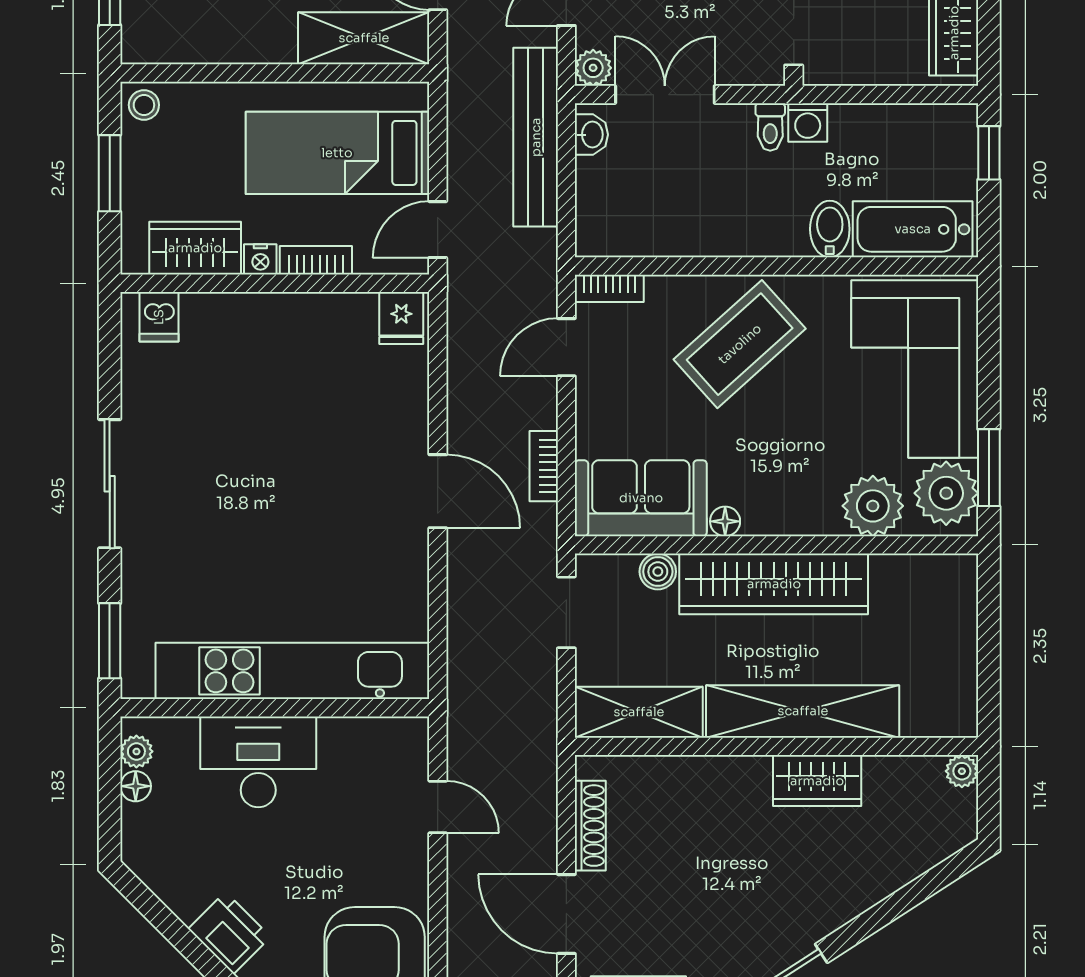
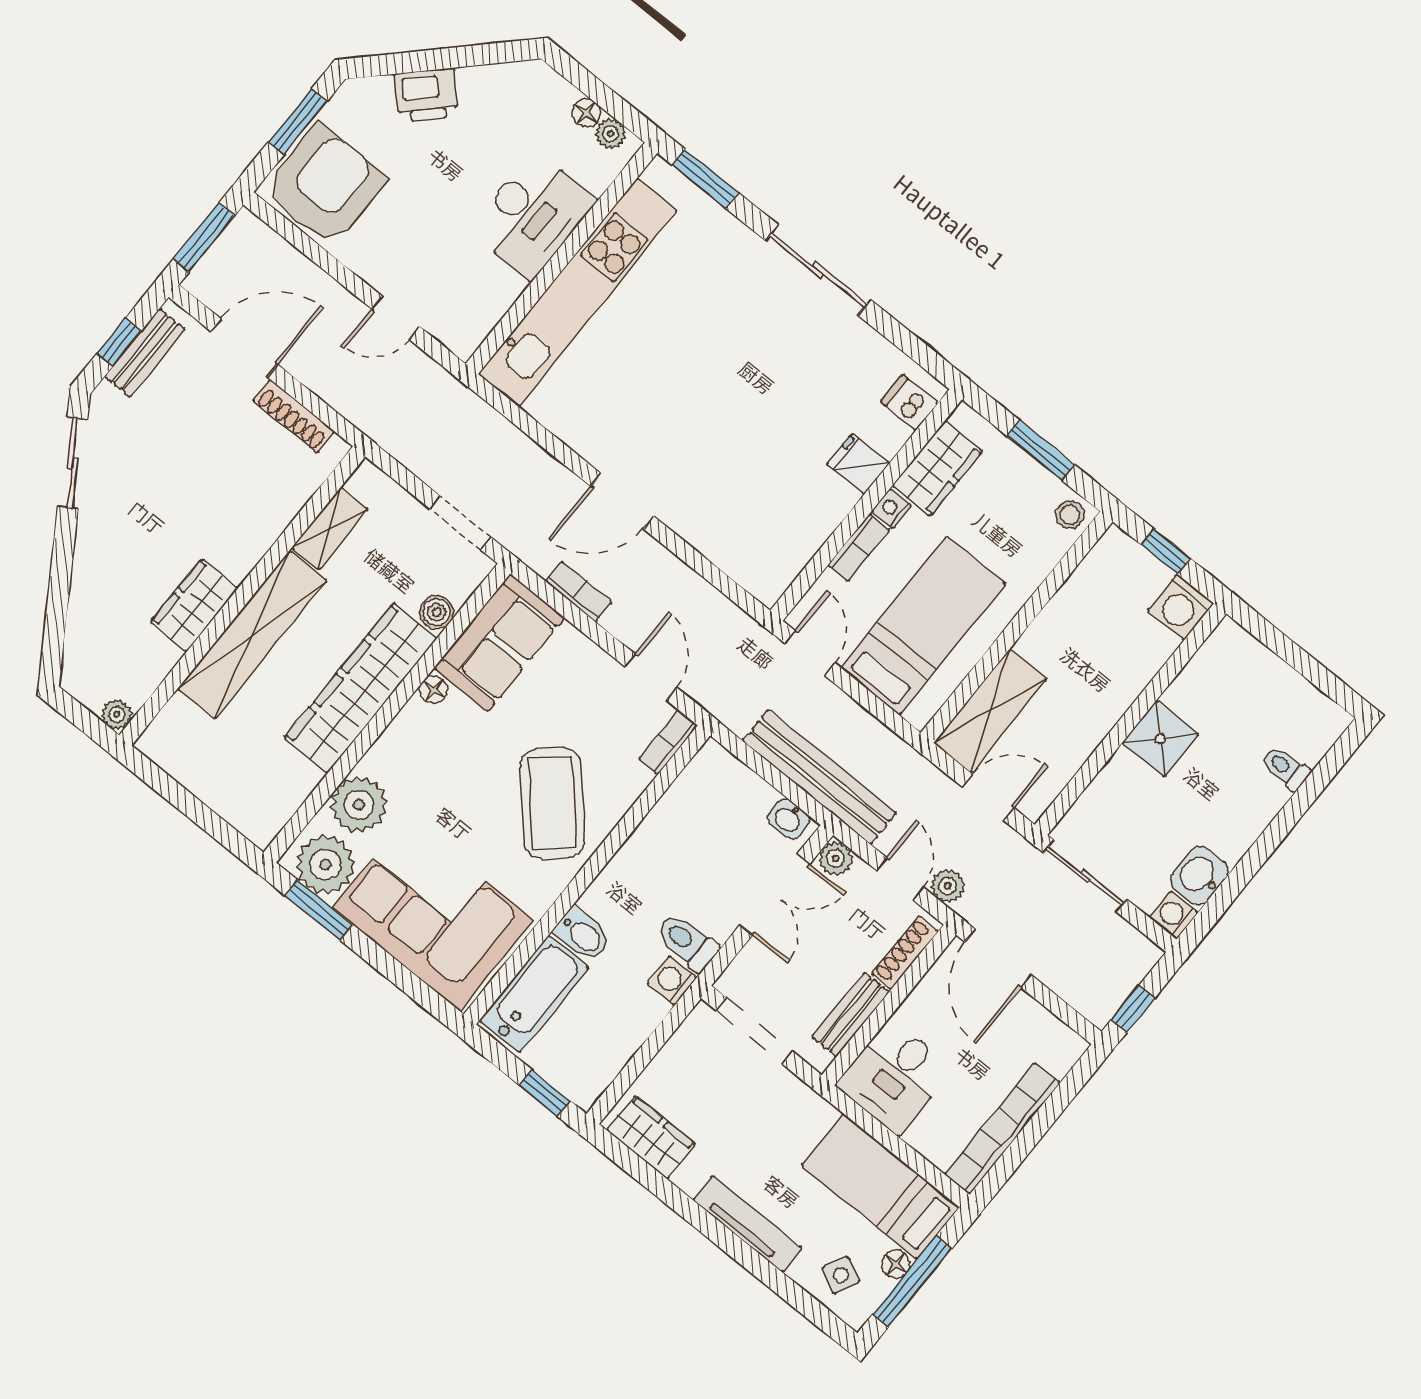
toilet: (770, 127) -> (687, 942), width x1.37, depth x1.39
fridge: (401, 318) -> (858, 464), moved
shelving: (639, 712) -> (330, 528), width x0.67, depth x0.75

